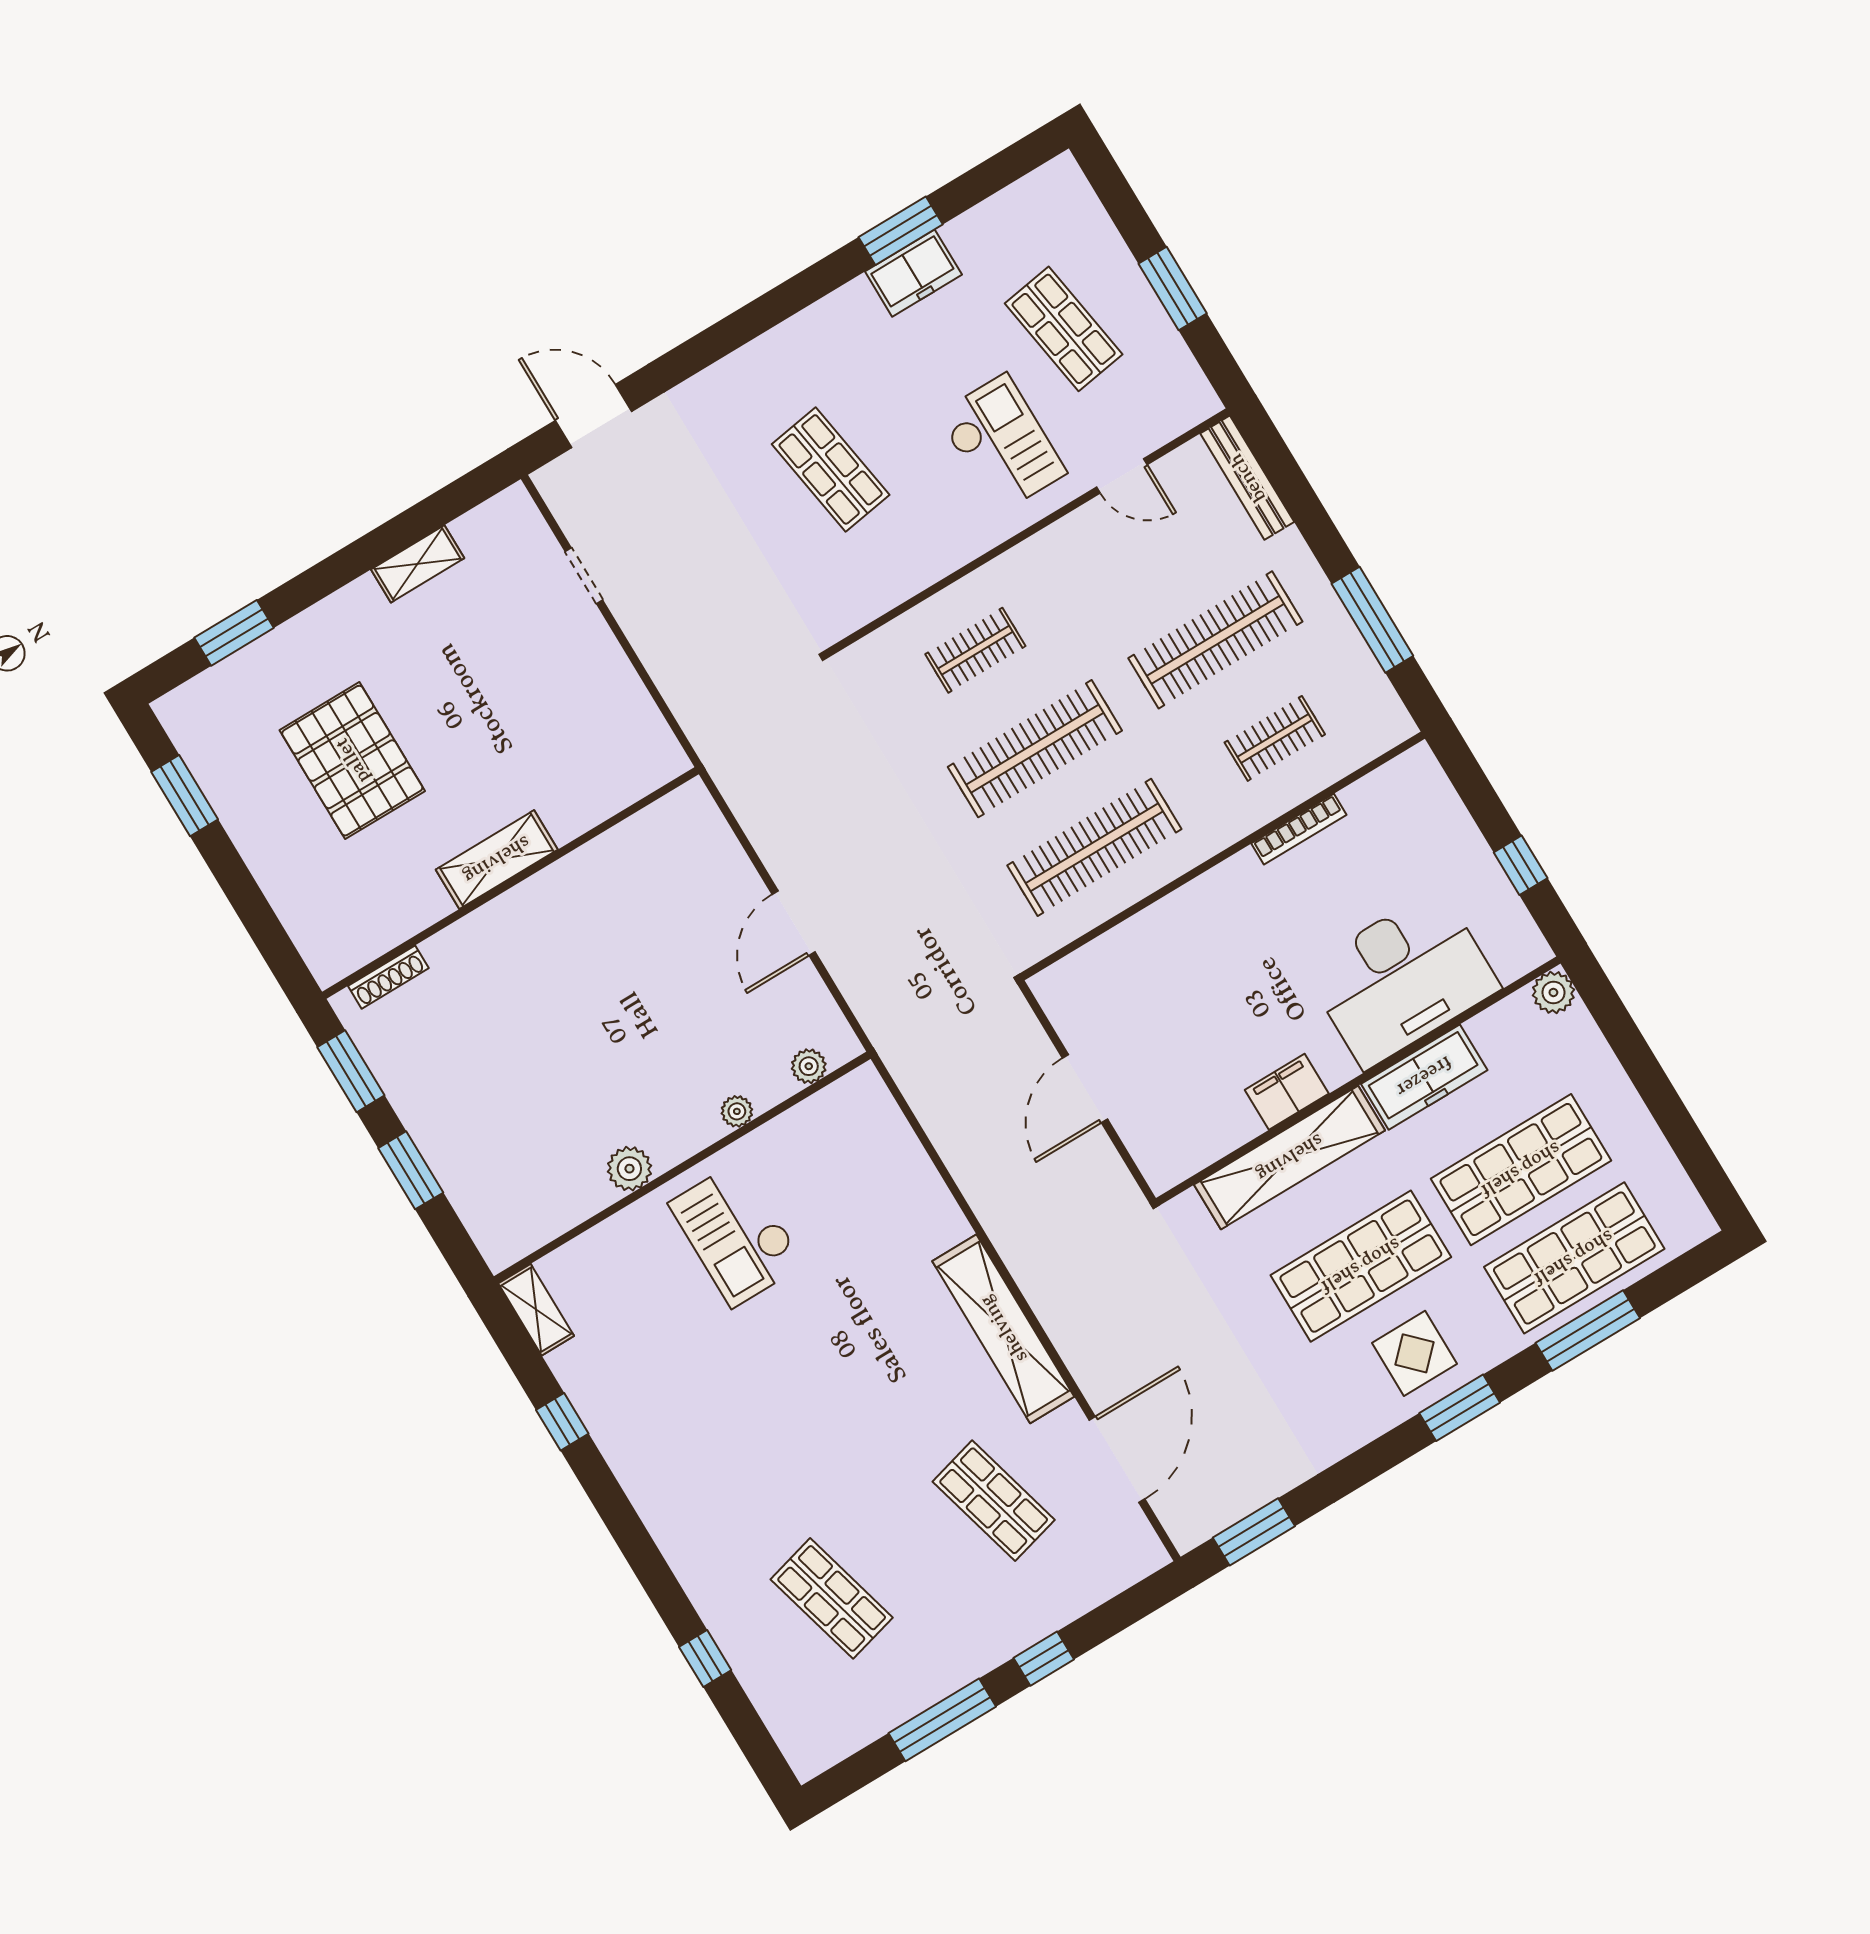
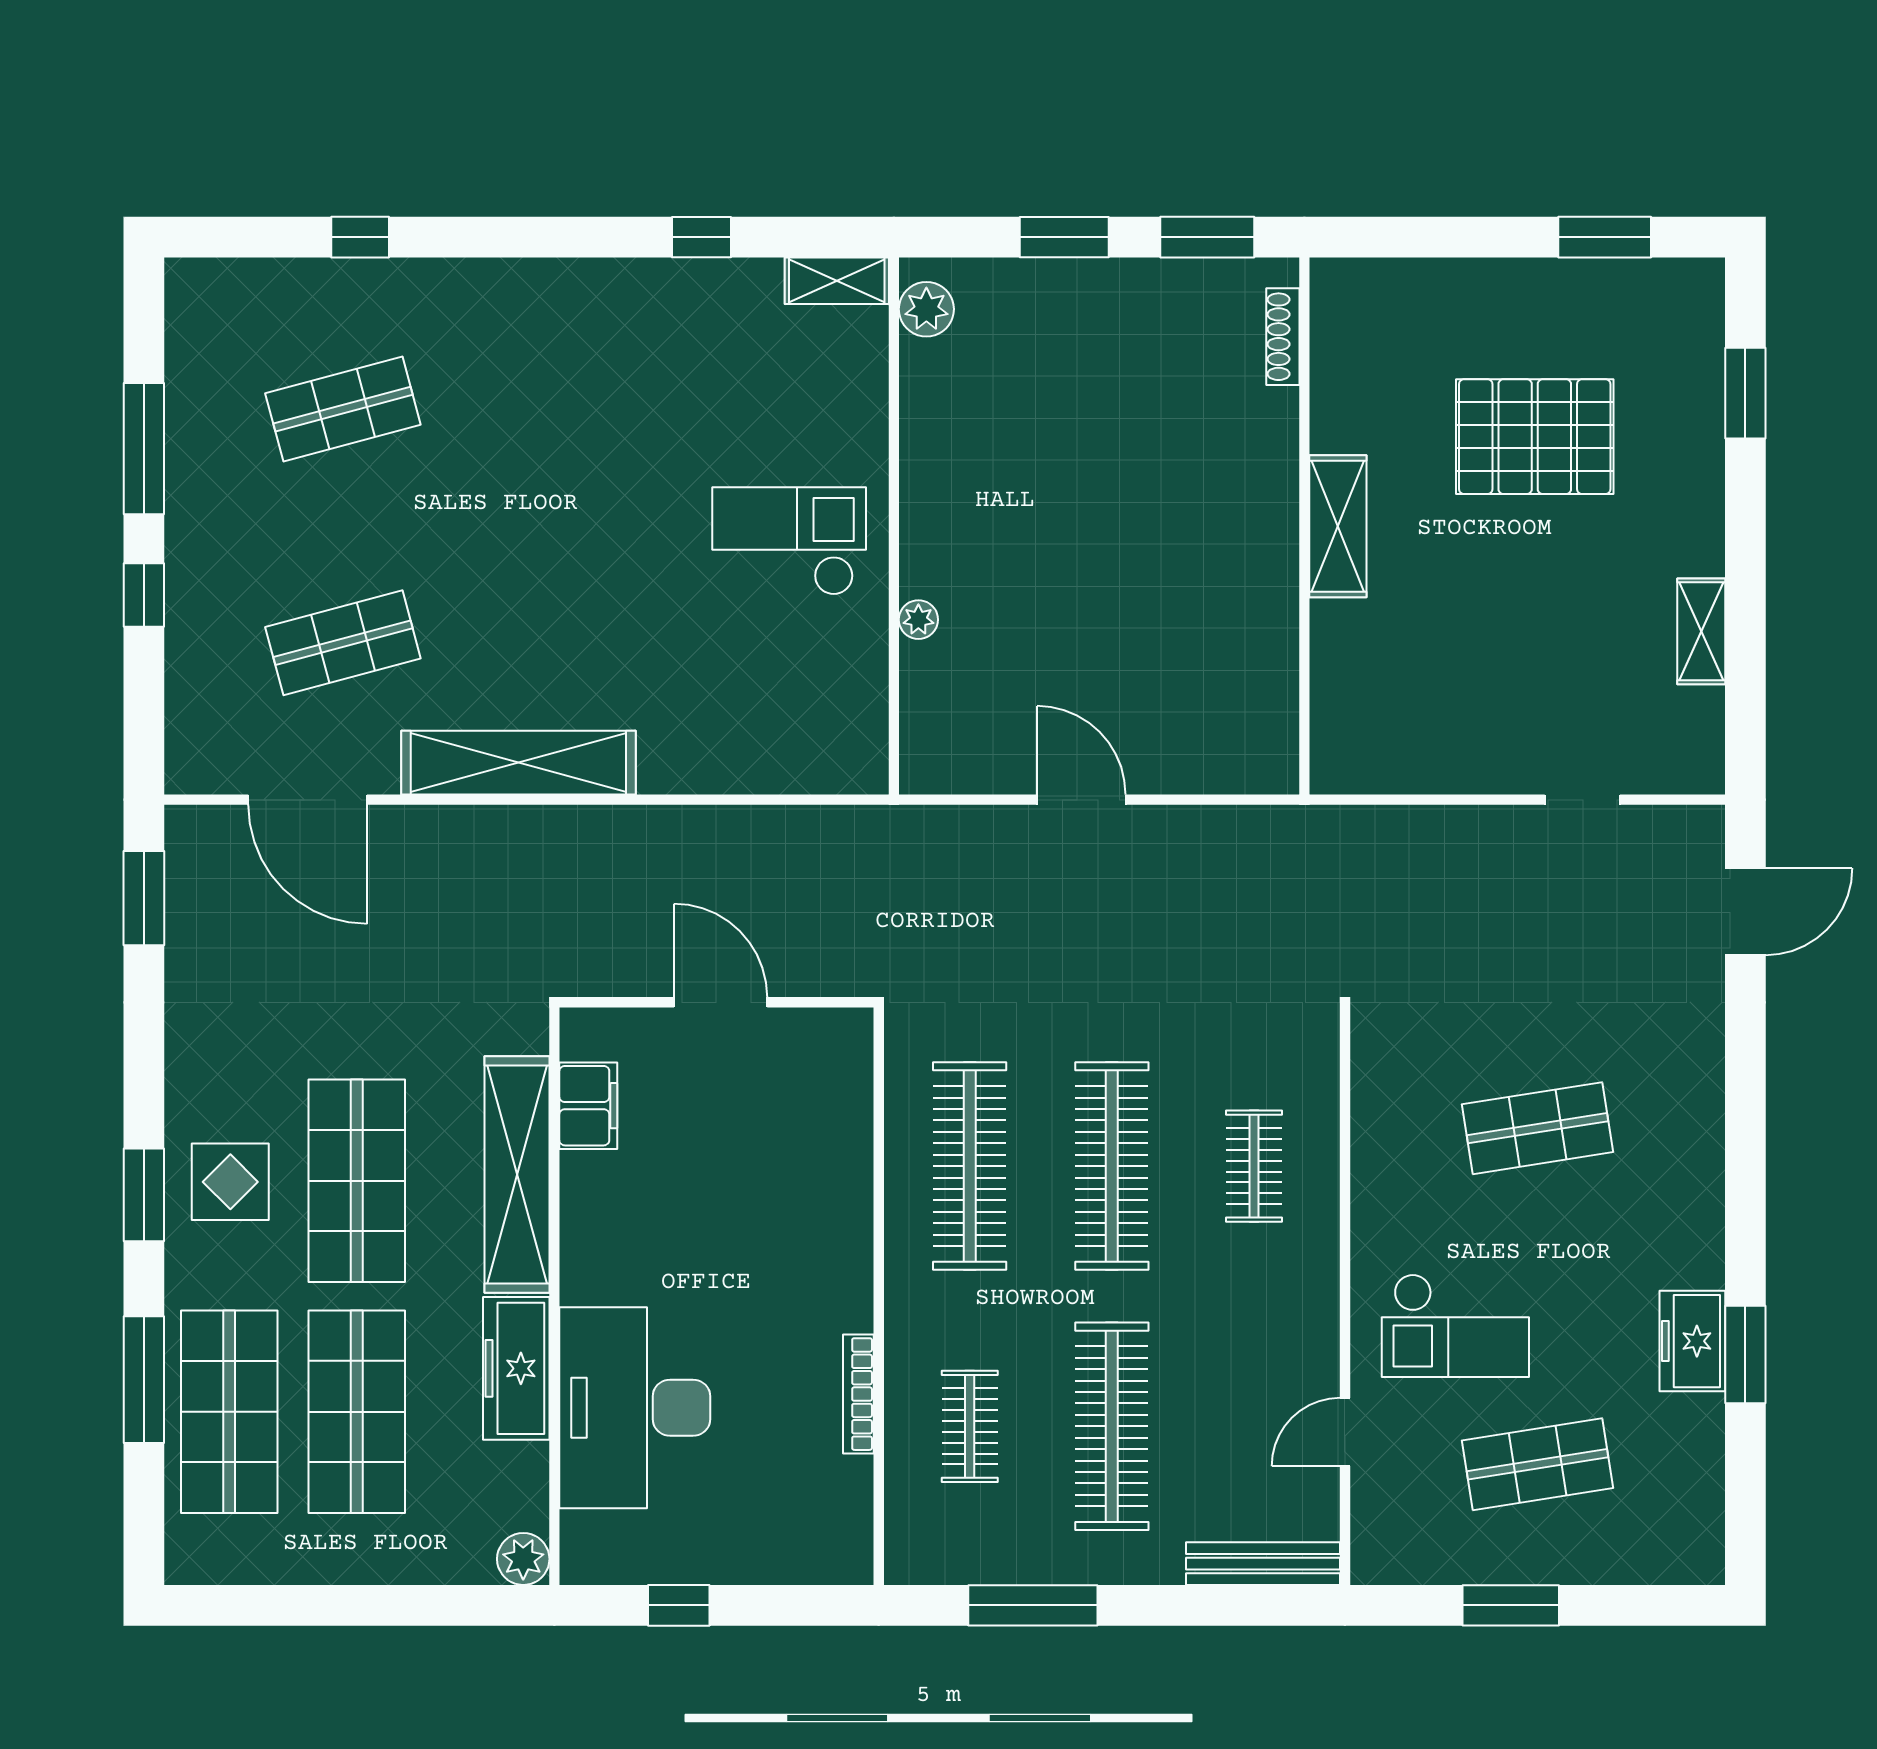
plant: (809, 1066) -> (920, 724), removed
filing cabinet: (1287, 1092) -> (588, 1106), moved
plant: (629, 1169) -> (926, 309), moved

